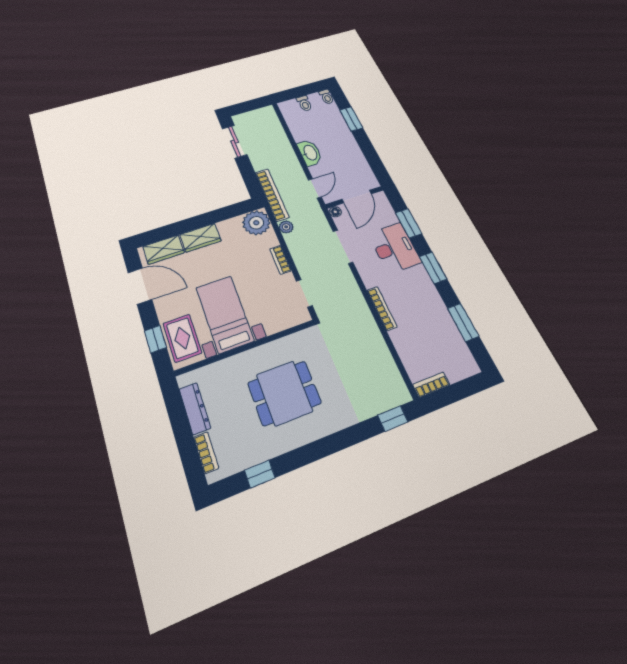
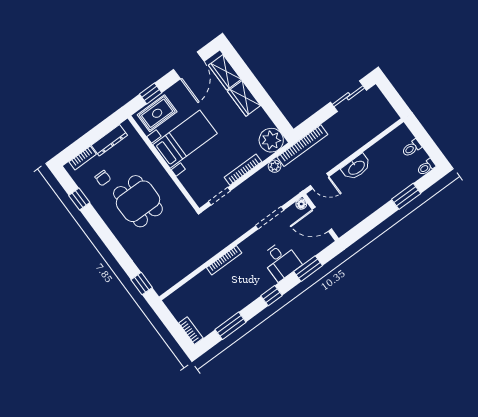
desk: (394, 248) -> (281, 261), width x0.73
bookcase: (280, 260) -> (243, 170), width x1.56
window: (433, 268) -> (272, 296), width x0.67
bookcase: (431, 385) -> (191, 331), moved
chair: (241, 432) -> (103, 178), added

